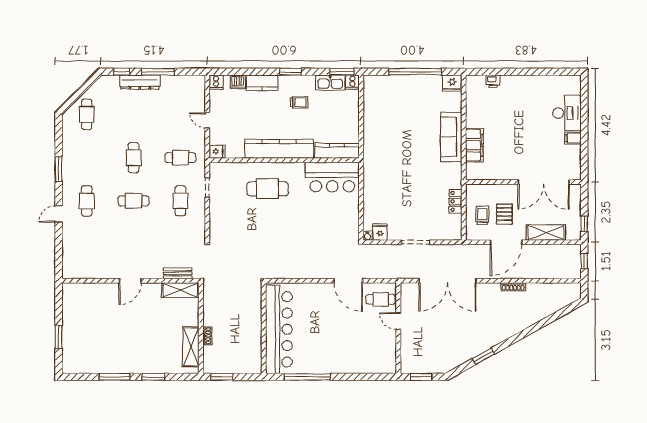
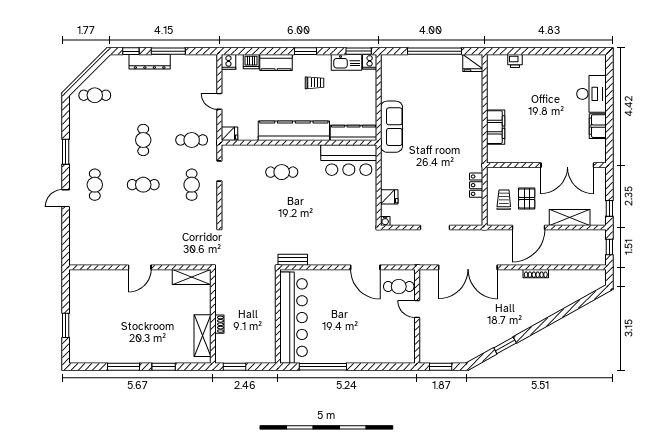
cafe table: (87, 114) -> (95, 95), turned 90
sofa: (451, 137) -> (392, 127), moved, turned 180
filing cabinet: (573, 138) -> (598, 126), width x2.00
cafe table: (267, 189) -> (282, 172), width x0.73, depth x0.74
fridge: (380, 232) -> (389, 197), moved, turned 90
bench: (177, 273) -> (293, 260), moved

